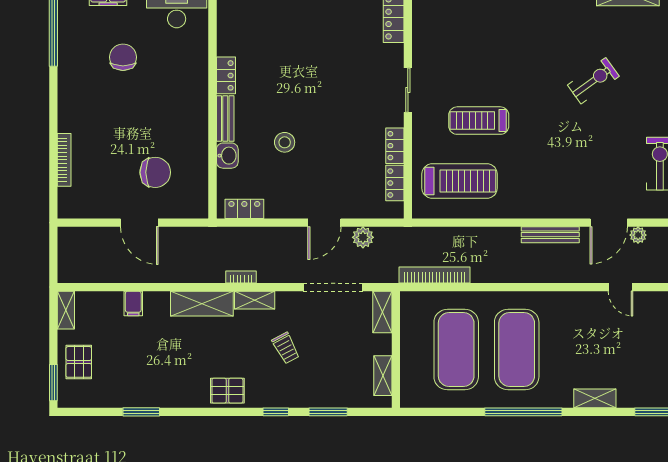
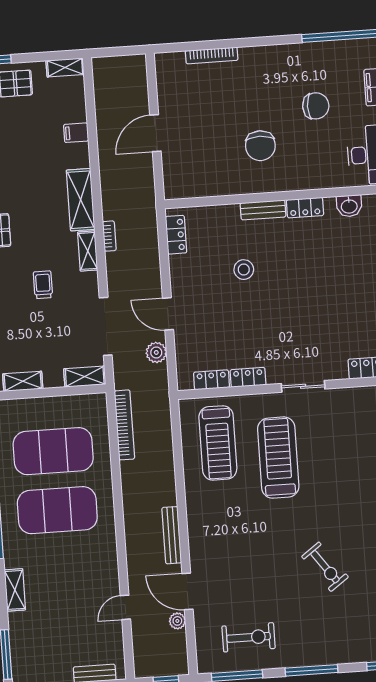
treadmill: (479, 121) -> (278, 458), width x1.37, depth x1.38
washbasin: (227, 156) -> (349, 206), moved
chair: (155, 172) -> (260, 146), moved
trolley: (286, 348) -> (43, 285), turned 118

